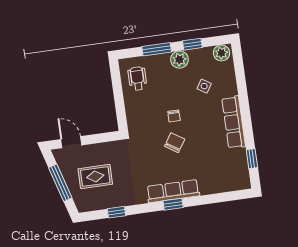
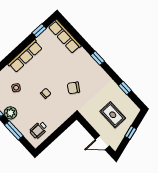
door: (71, 142) -> (102, 143), hinge flipped
chair: (175, 143) -> (73, 88), moved
window: (60, 183) -> (131, 133), width x0.46
row of seats: (173, 191) -> (65, 36), moved

